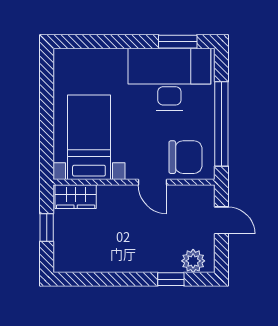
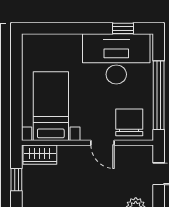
window: (178, 42) -> (123, 28), width x0.67
chair: (185, 157) -> (129, 122), turned -90

